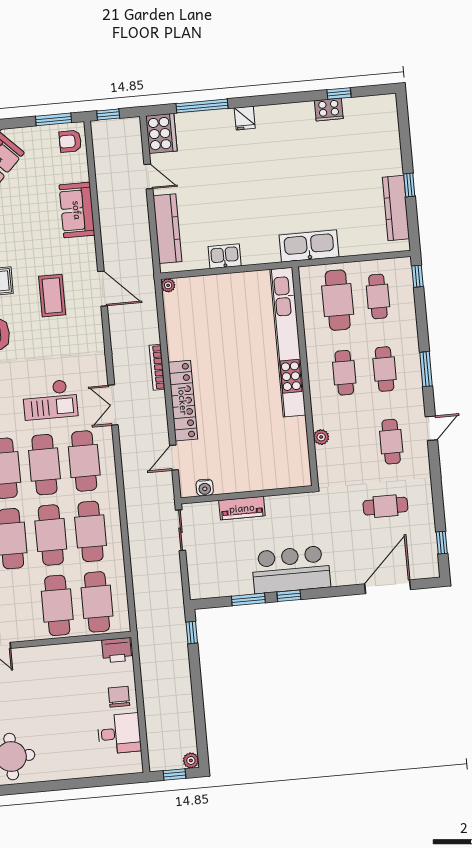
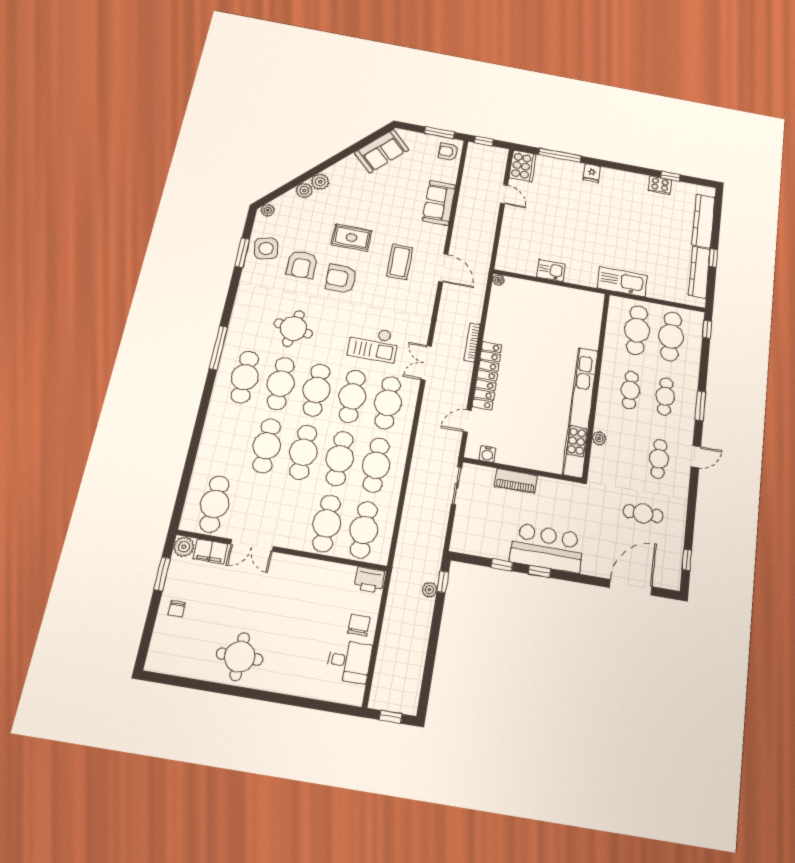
kitchen counter: (167, 229) -> (703, 221), moved, turned 180
cafe table: (378, 296) -> (671, 336), width x1.37, depth x1.35
kitchen unit: (288, 342) -> (580, 412), moved
window: (248, 599) -> (502, 565), width x0.67
plant: (191, 760) -> (429, 590), moved

